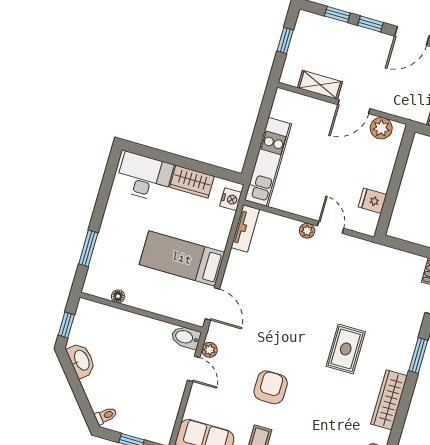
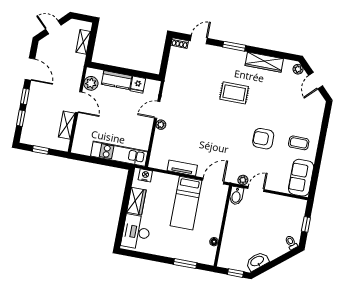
kitchen counter: (383, 169) -> (117, 80), added
tv unit: (245, 228) -> (182, 168), moved

